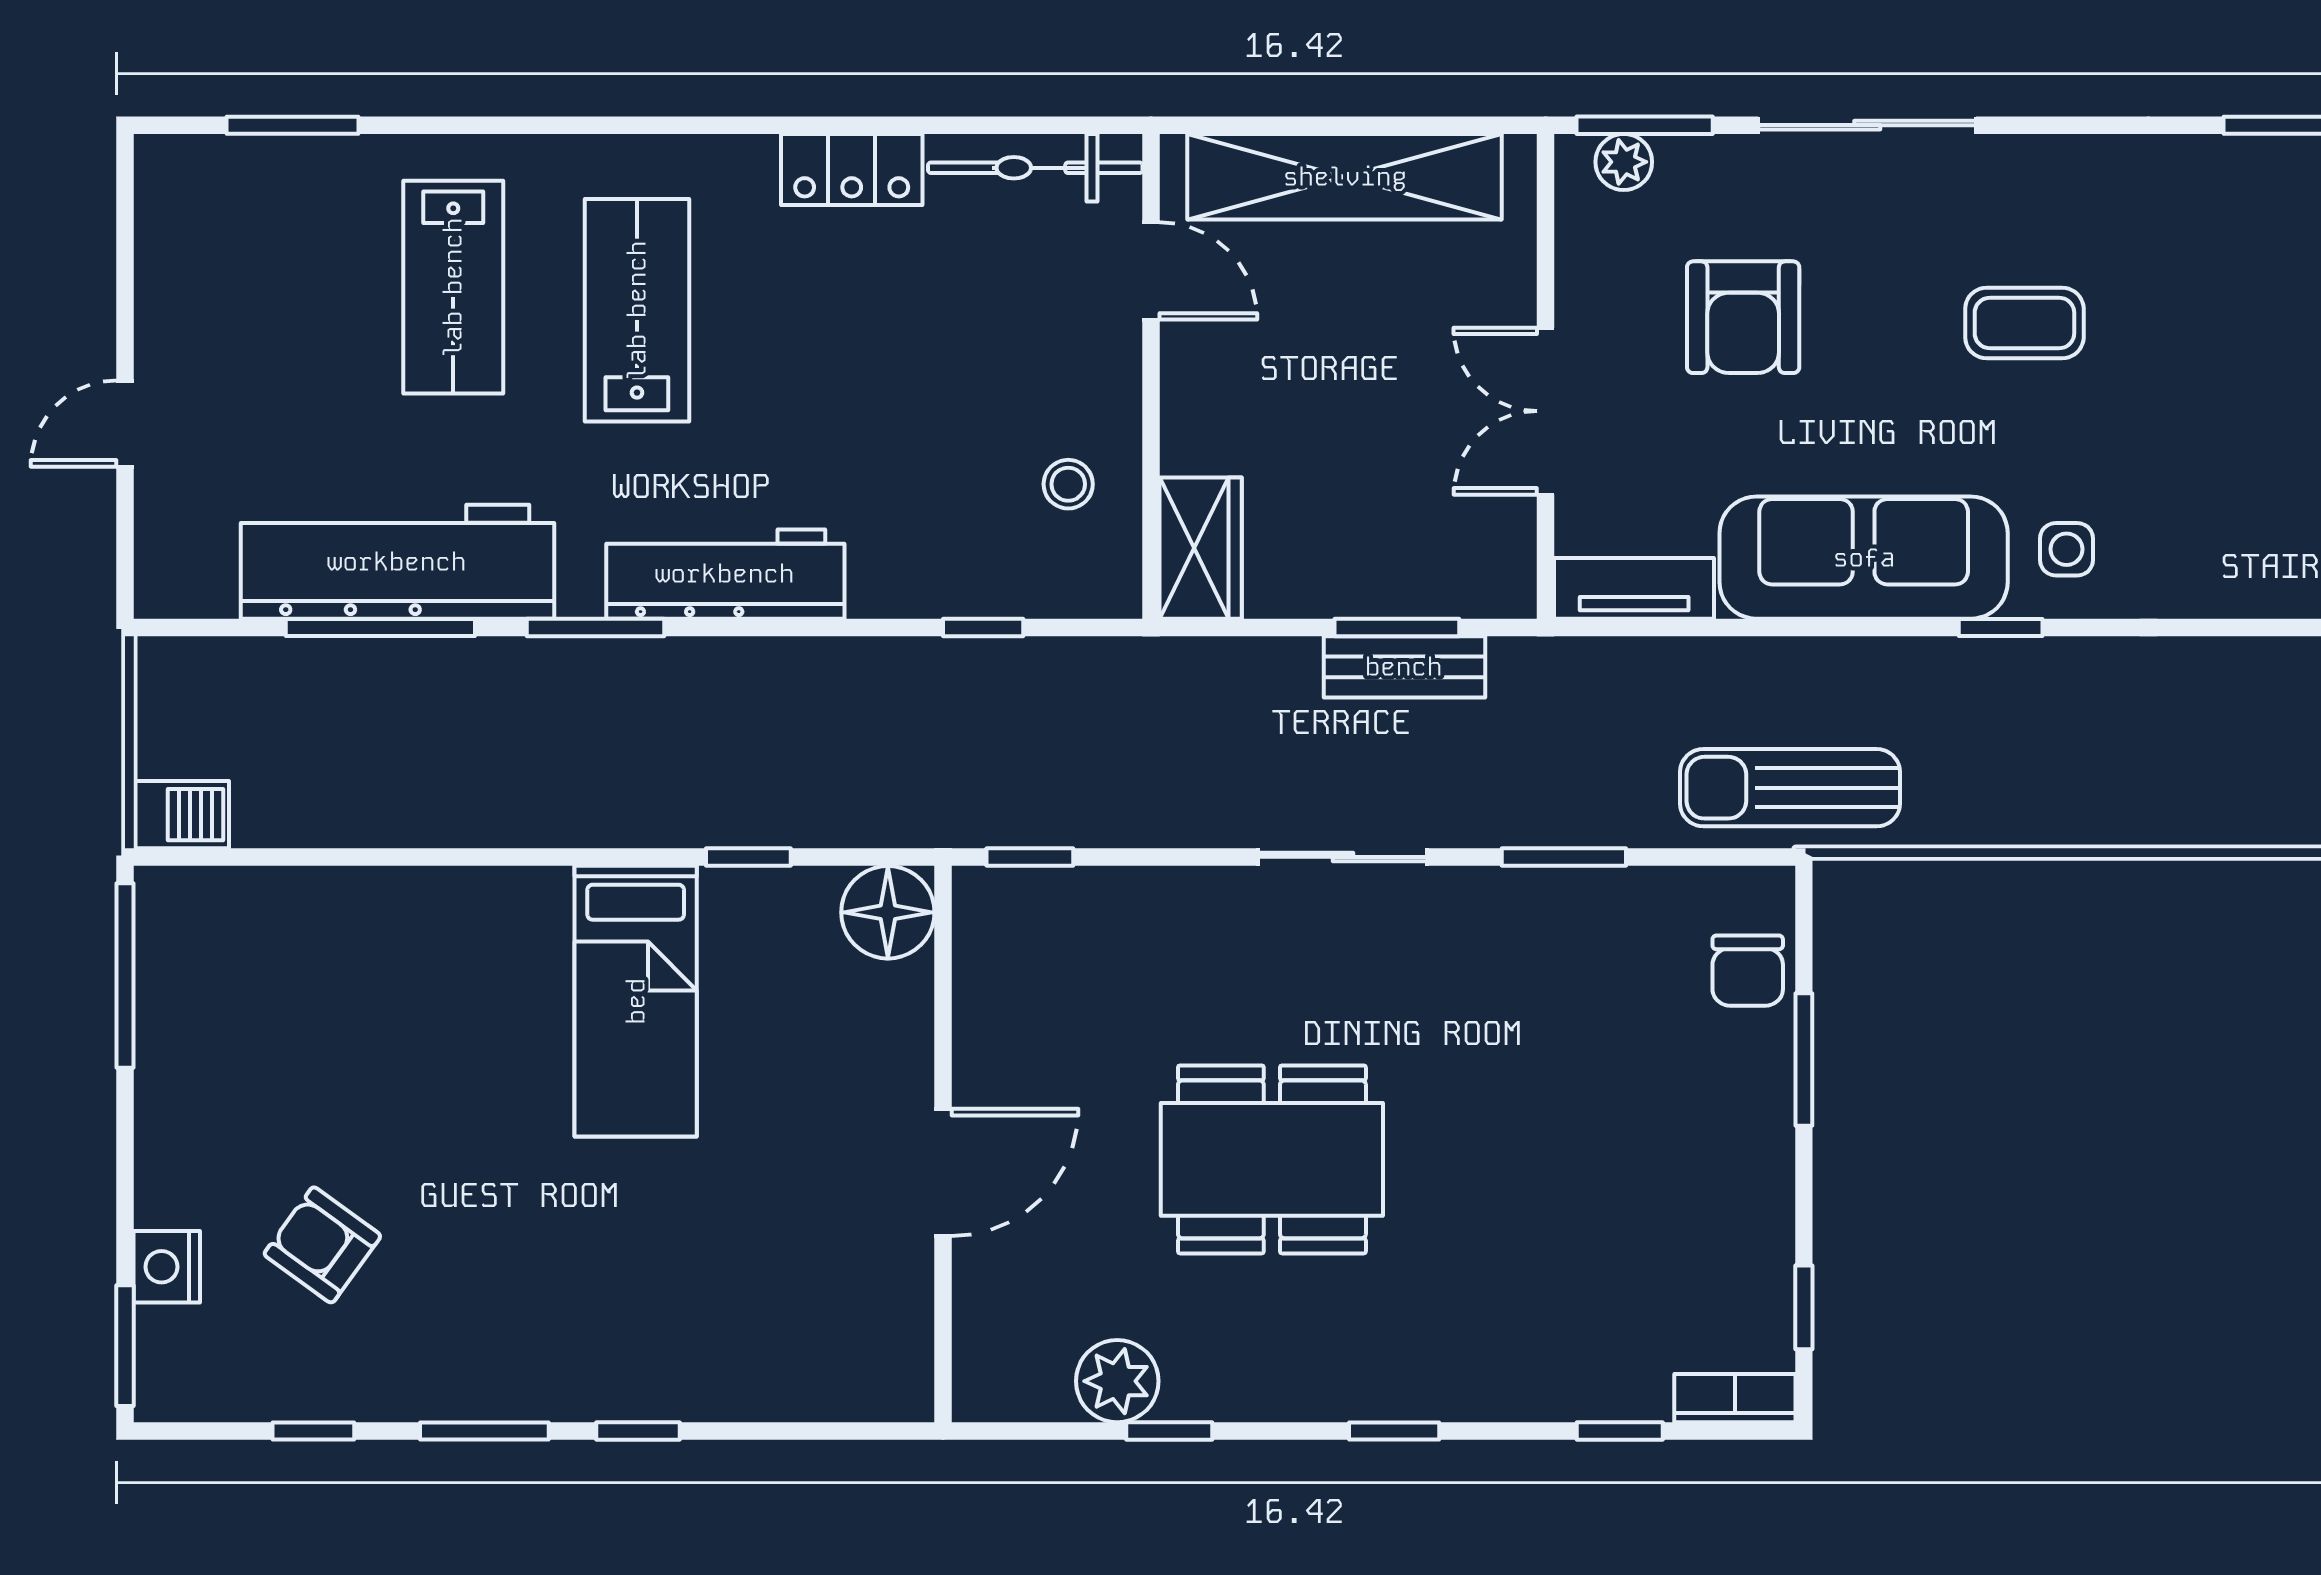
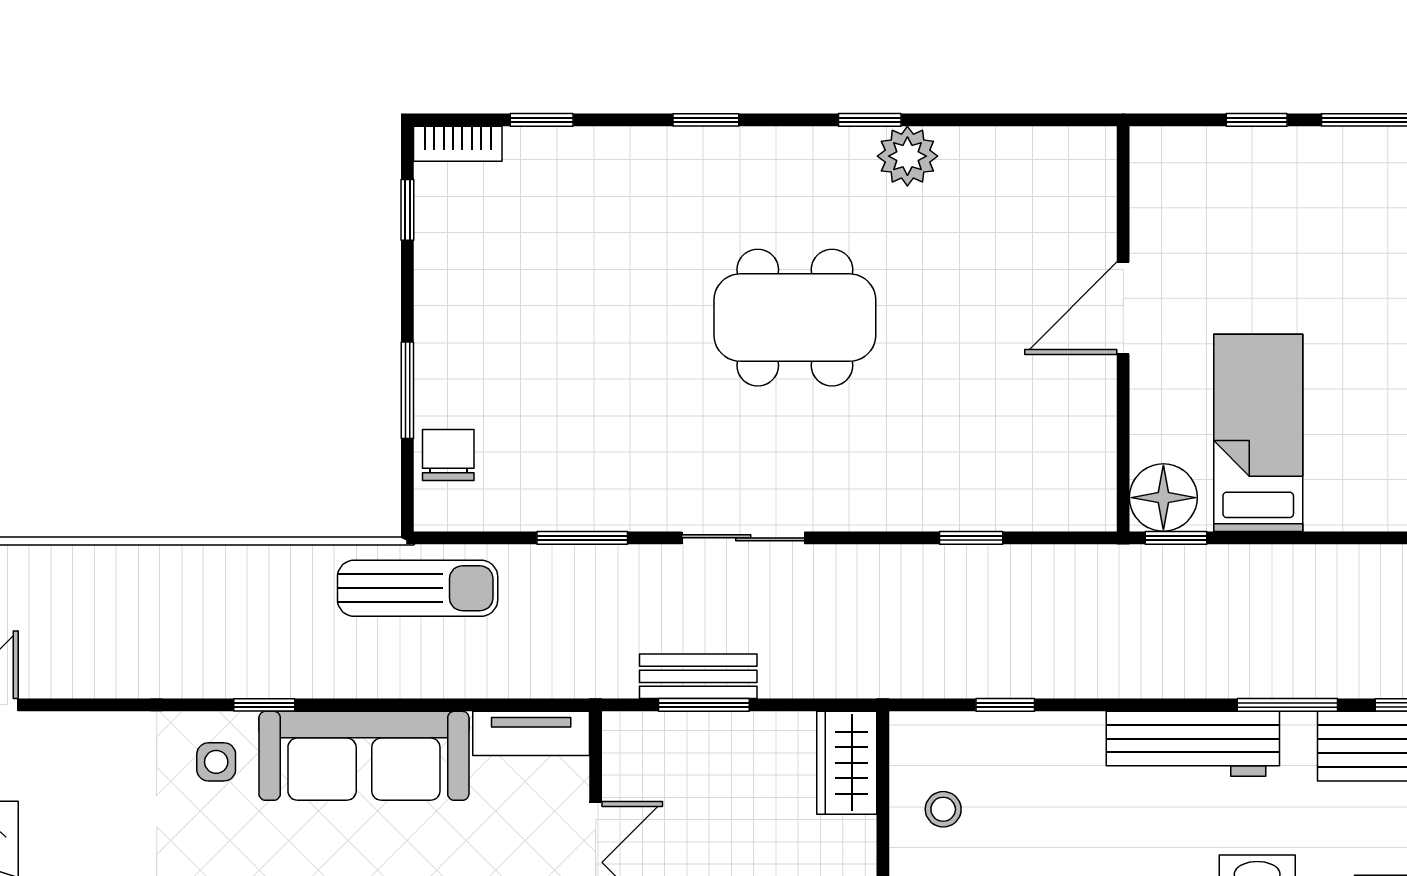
floor lamp: (888, 912) -> (1163, 498), moved
wall: (943, 1144) -> (1123, 329), moved
door: (943, 1172) -> (1123, 308), moved

